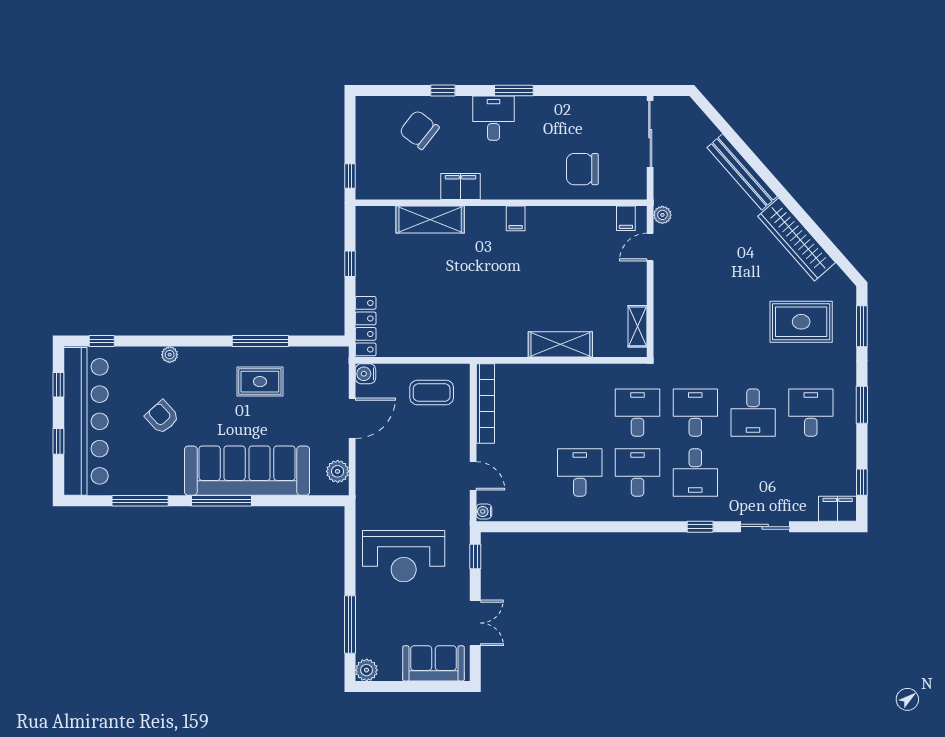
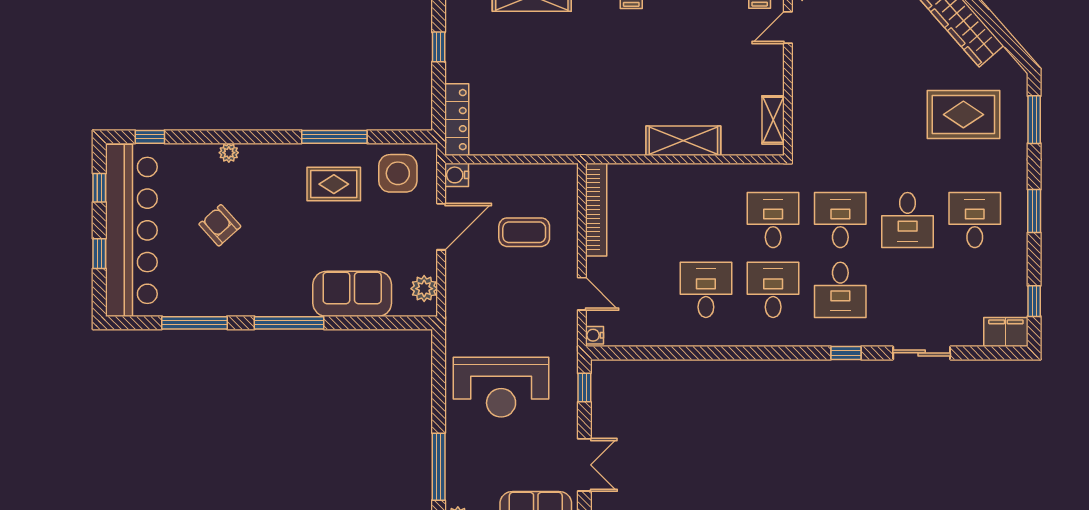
side table: (315, 372) -> (398, 173), added
coffee table: (432, 393) -> (524, 232), moved
sofa: (247, 471) -> (352, 294), width x0.54, depth x0.79

